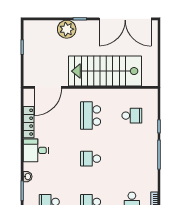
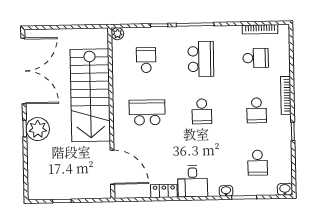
plant: (67, 29) -> (38, 129), moved
plant: (153, 93) -> (117, 34), added
school desk: (91, 116) -> (147, 112), turned 180
locker: (29, 122) -> (164, 191), width x0.66
school desk: (132, 159) -> (201, 59), added

